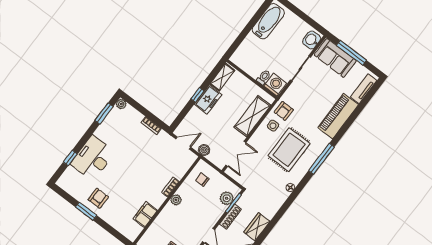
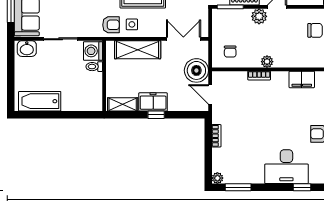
boiler: (204, 150) -> (196, 70), width x1.86, depth x1.86
plant: (227, 198) -> (259, 16), moved

